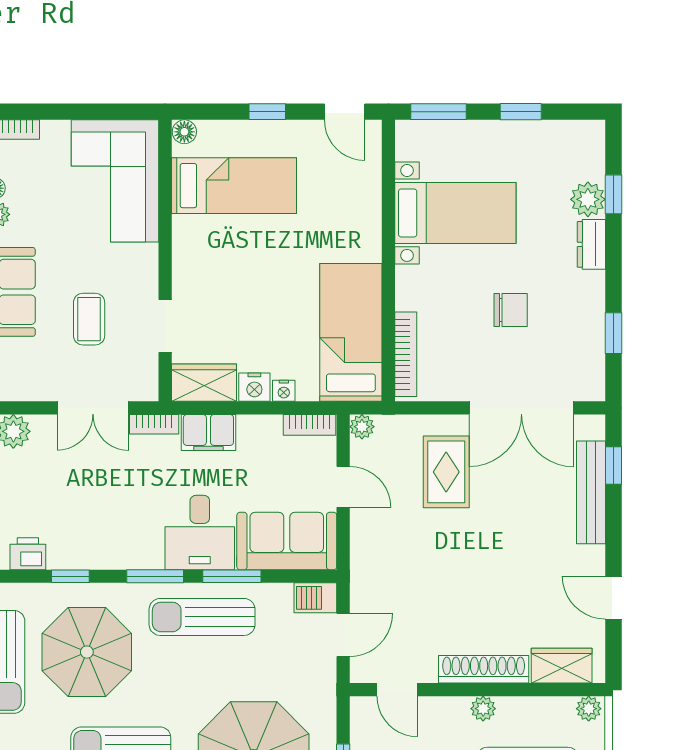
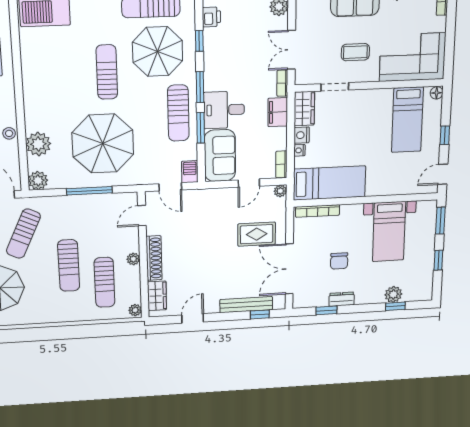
dresser: (591, 244) -> (342, 299), moved
coffee table: (89, 319) -> (355, 52), moved
sun lounger: (202, 617) -> (178, 113), turned 180

